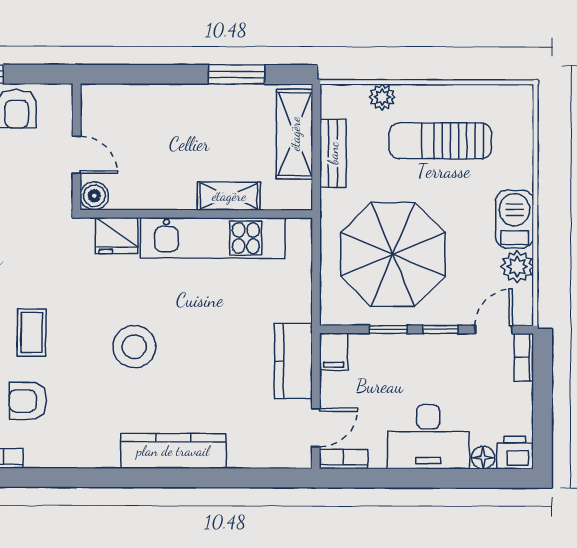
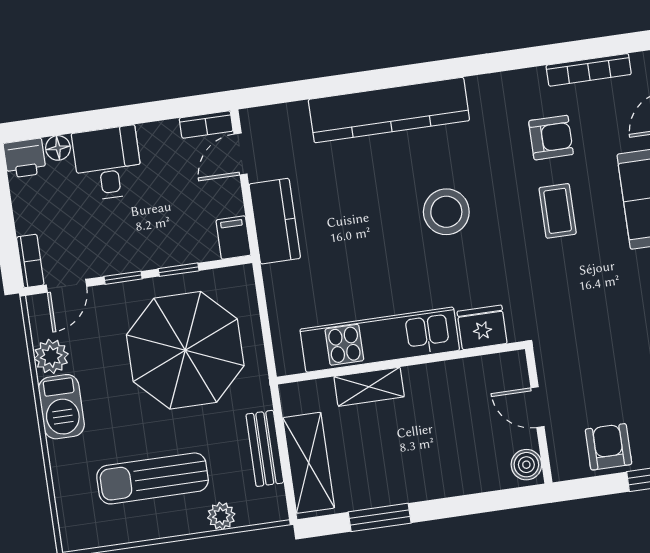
sun lounger: (440, 141) -> (153, 478), turned 180
boiler: (94, 196) -> (526, 465), moved
desk: (428, 437) -> (108, 163), width x0.73
kitchen counter: (173, 451) -> (389, 110), width x1.39, depth x1.17

